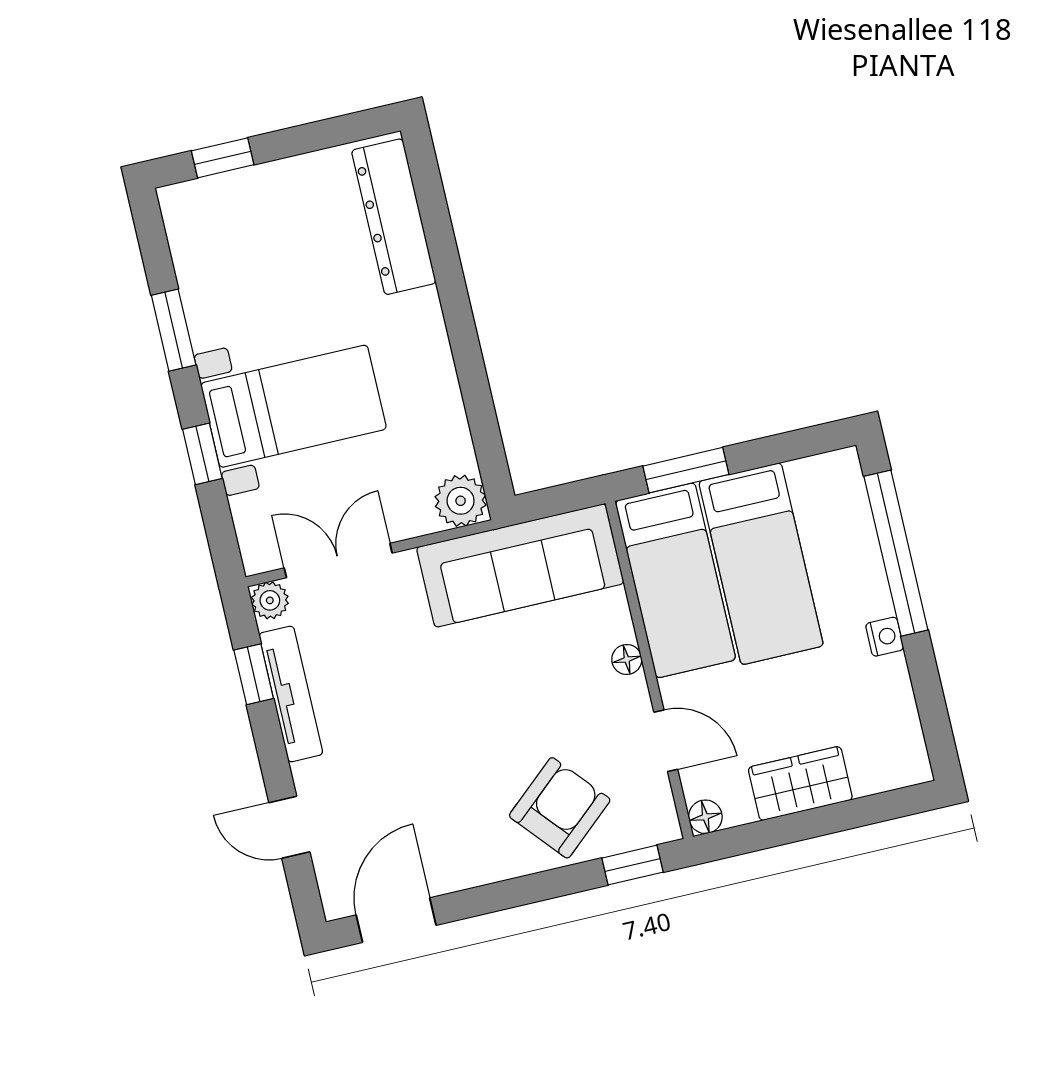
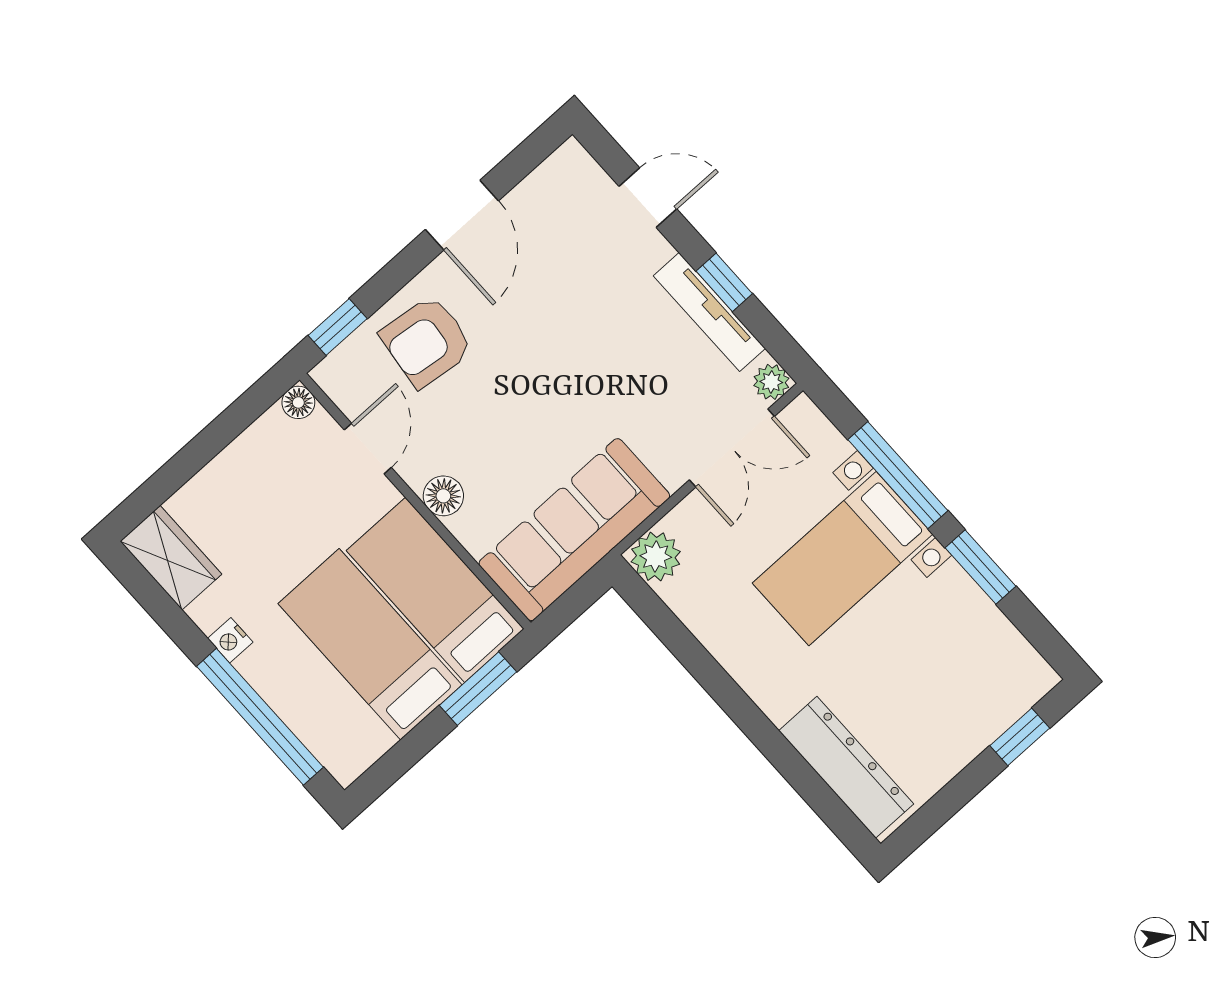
window: (202, 454) -> (898, 475), width x2.17
floor lamp: (627, 659) -> (443, 496), width x1.37, depth x1.37
window: (254, 674) -> (724, 282), moved
door: (666, 741) -> (368, 449), swing flipped
wardrobe: (800, 783) -> (171, 558), moved, turned -90
armchair: (560, 808) -> (427, 341), turned 48
door: (396, 920) -> (462, 215), moved

